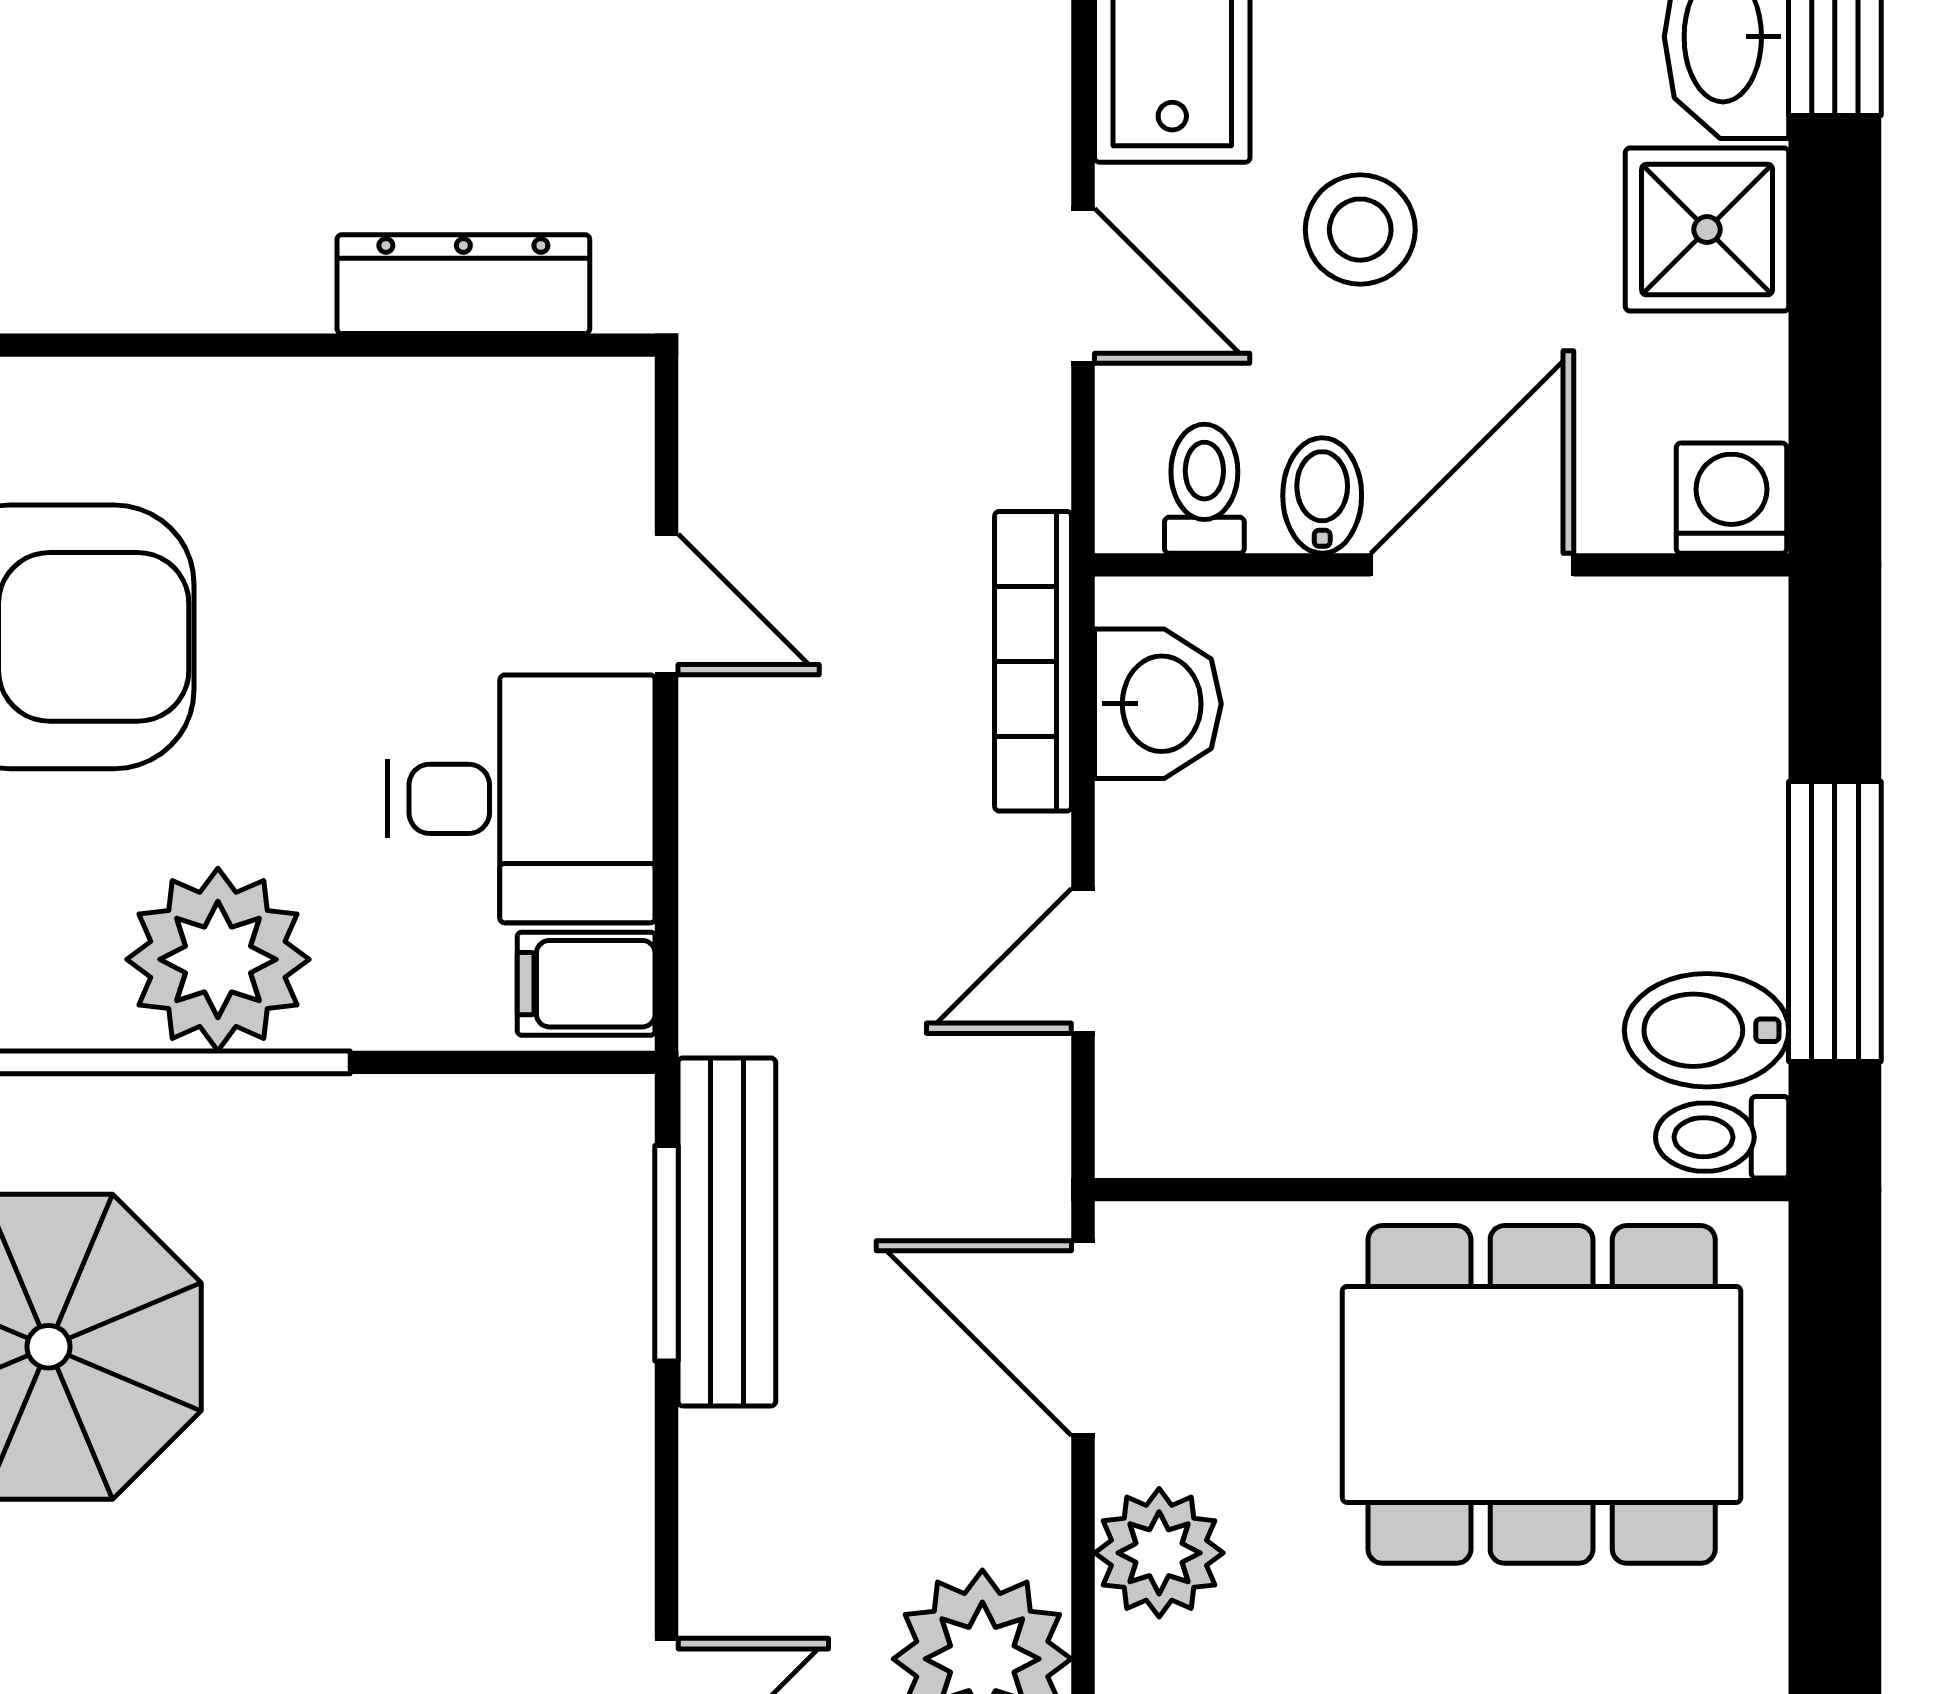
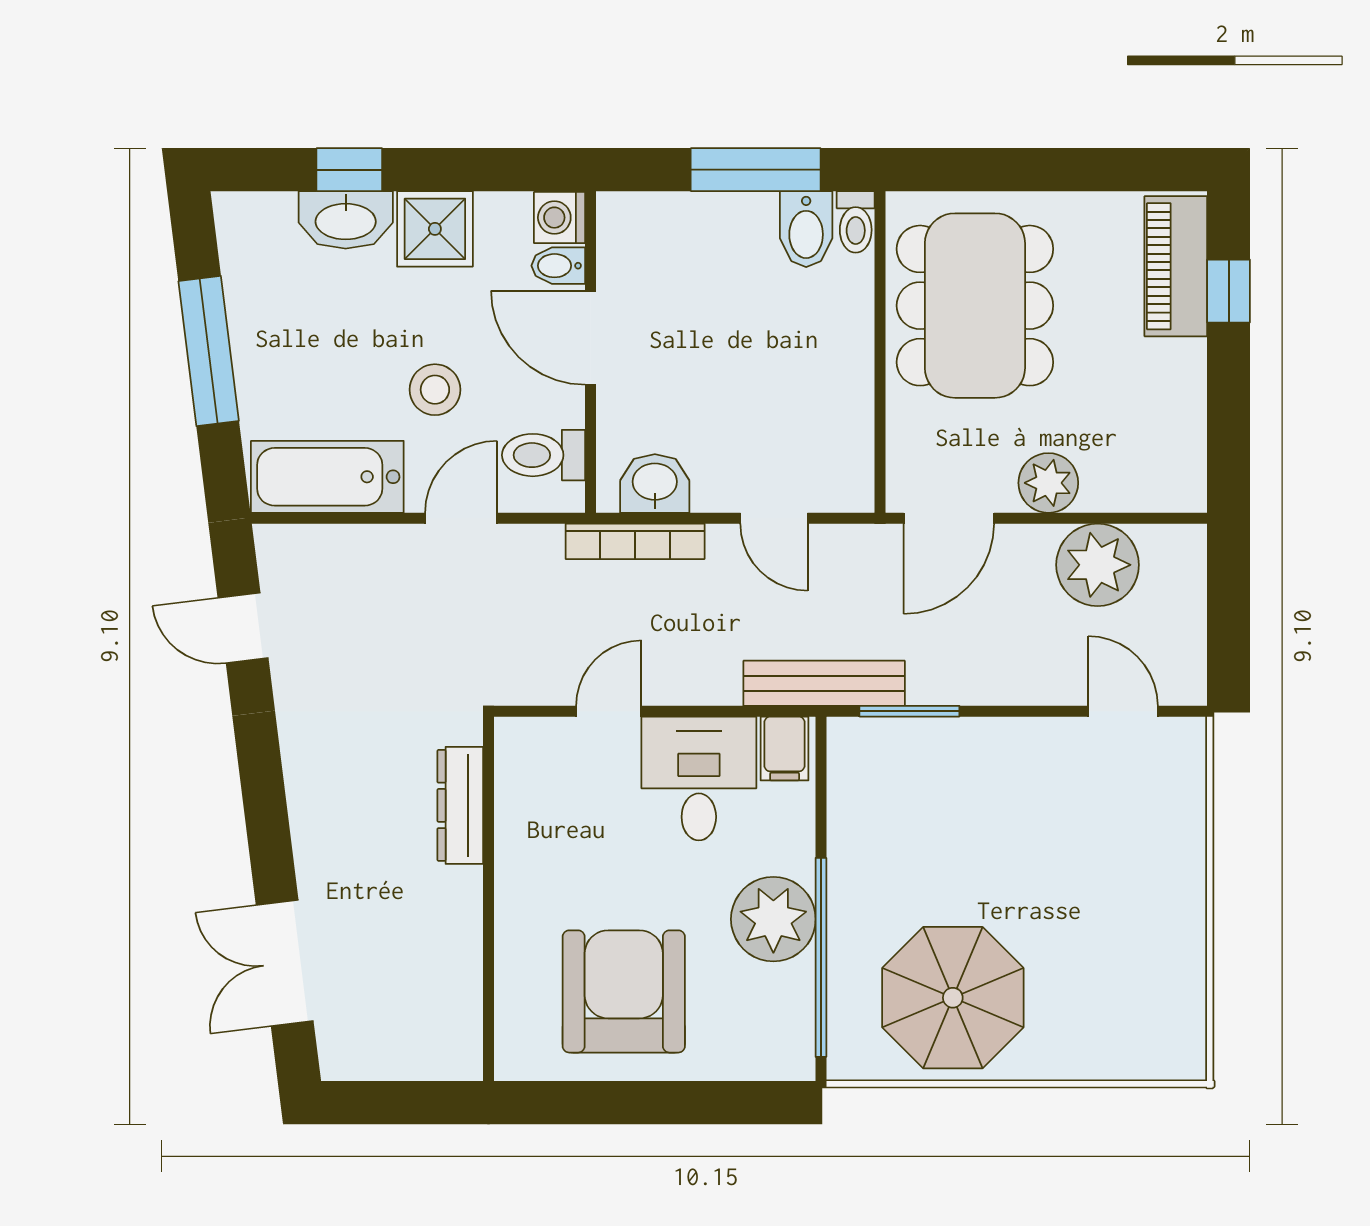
toilet: (1204, 489) -> (544, 455), width x1.37, depth x1.39
bidet: (1322, 495) -> (558, 266), moved
bench: (727, 1232) -> (824, 683), moved

